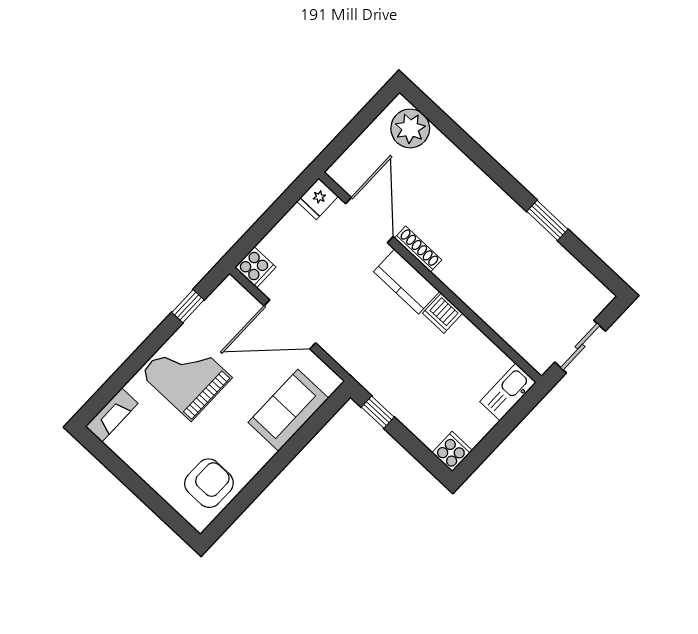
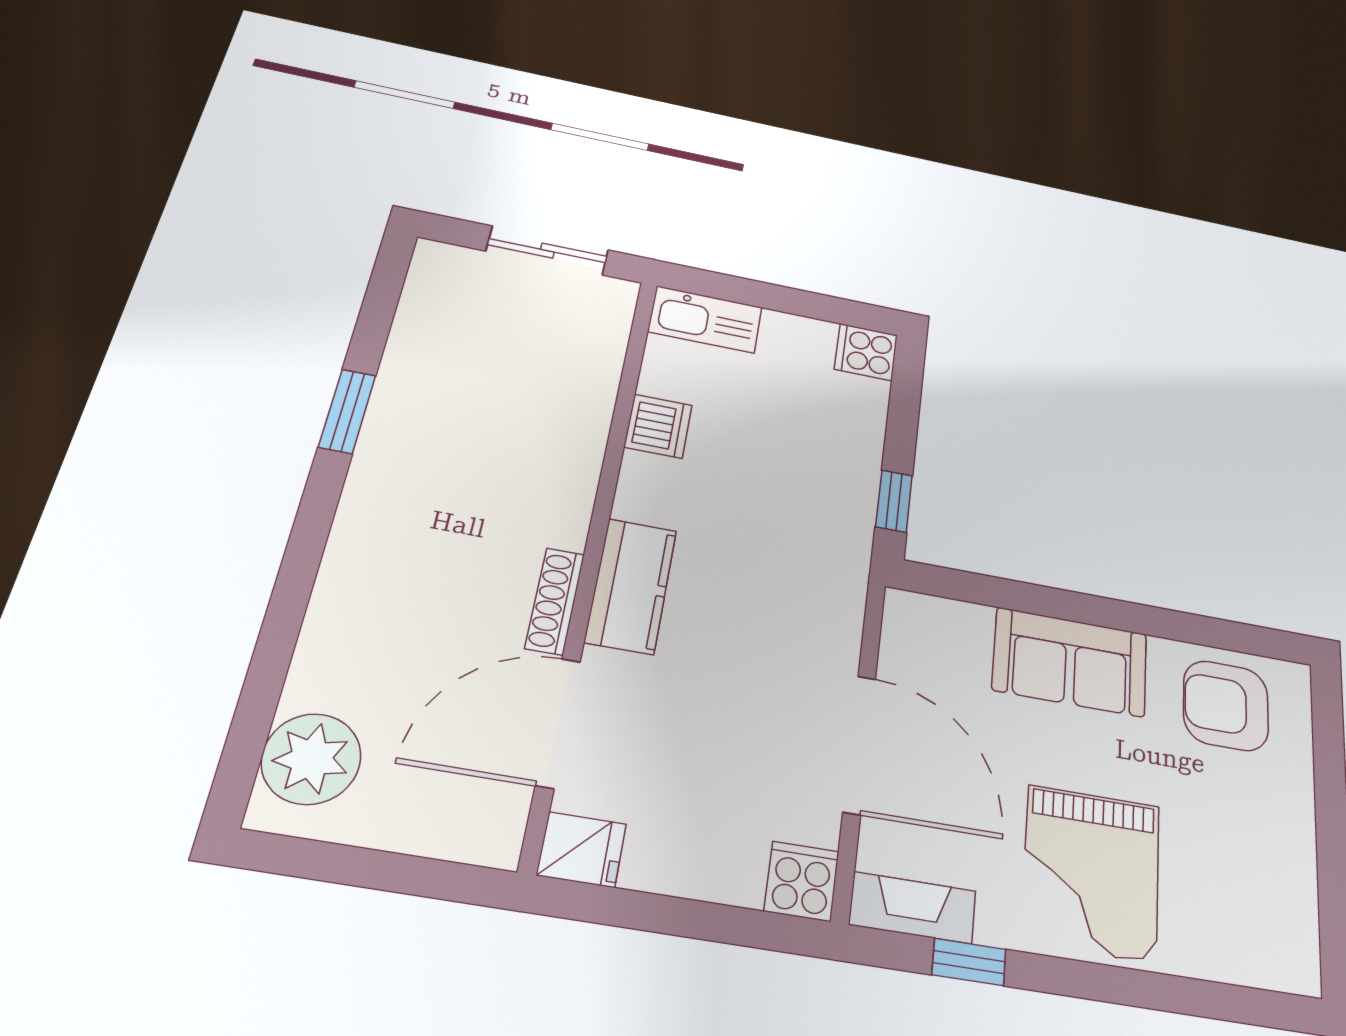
dishwasher: (443, 313) -> (658, 426), moved
sofa: (288, 410) -> (1070, 662), moved
fireplace: (112, 415) -> (913, 908), moved

